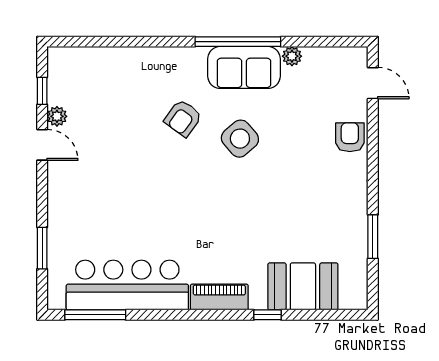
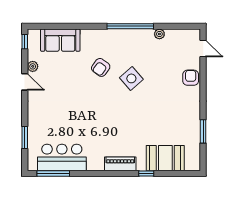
sofa: (244, 67) -> (60, 40), moved
window: (42, 91) -> (25, 42), moved
bar counter: (127, 285) -> (62, 157), width x0.73

